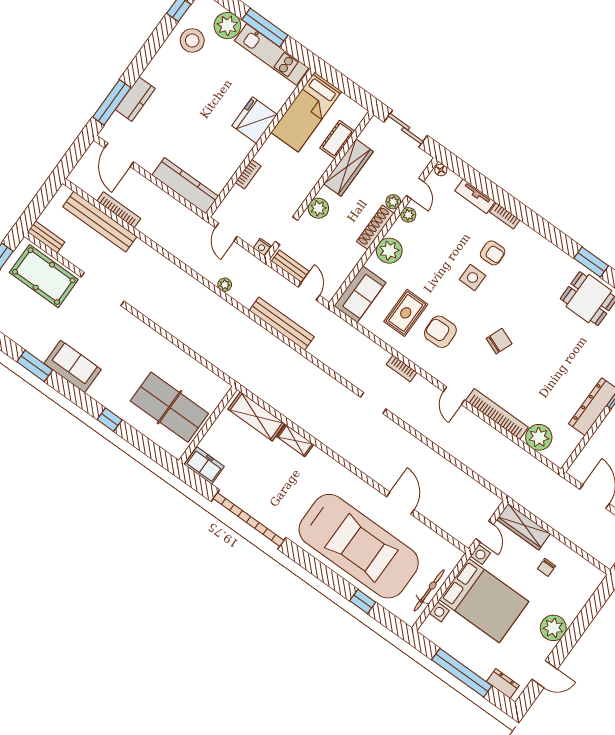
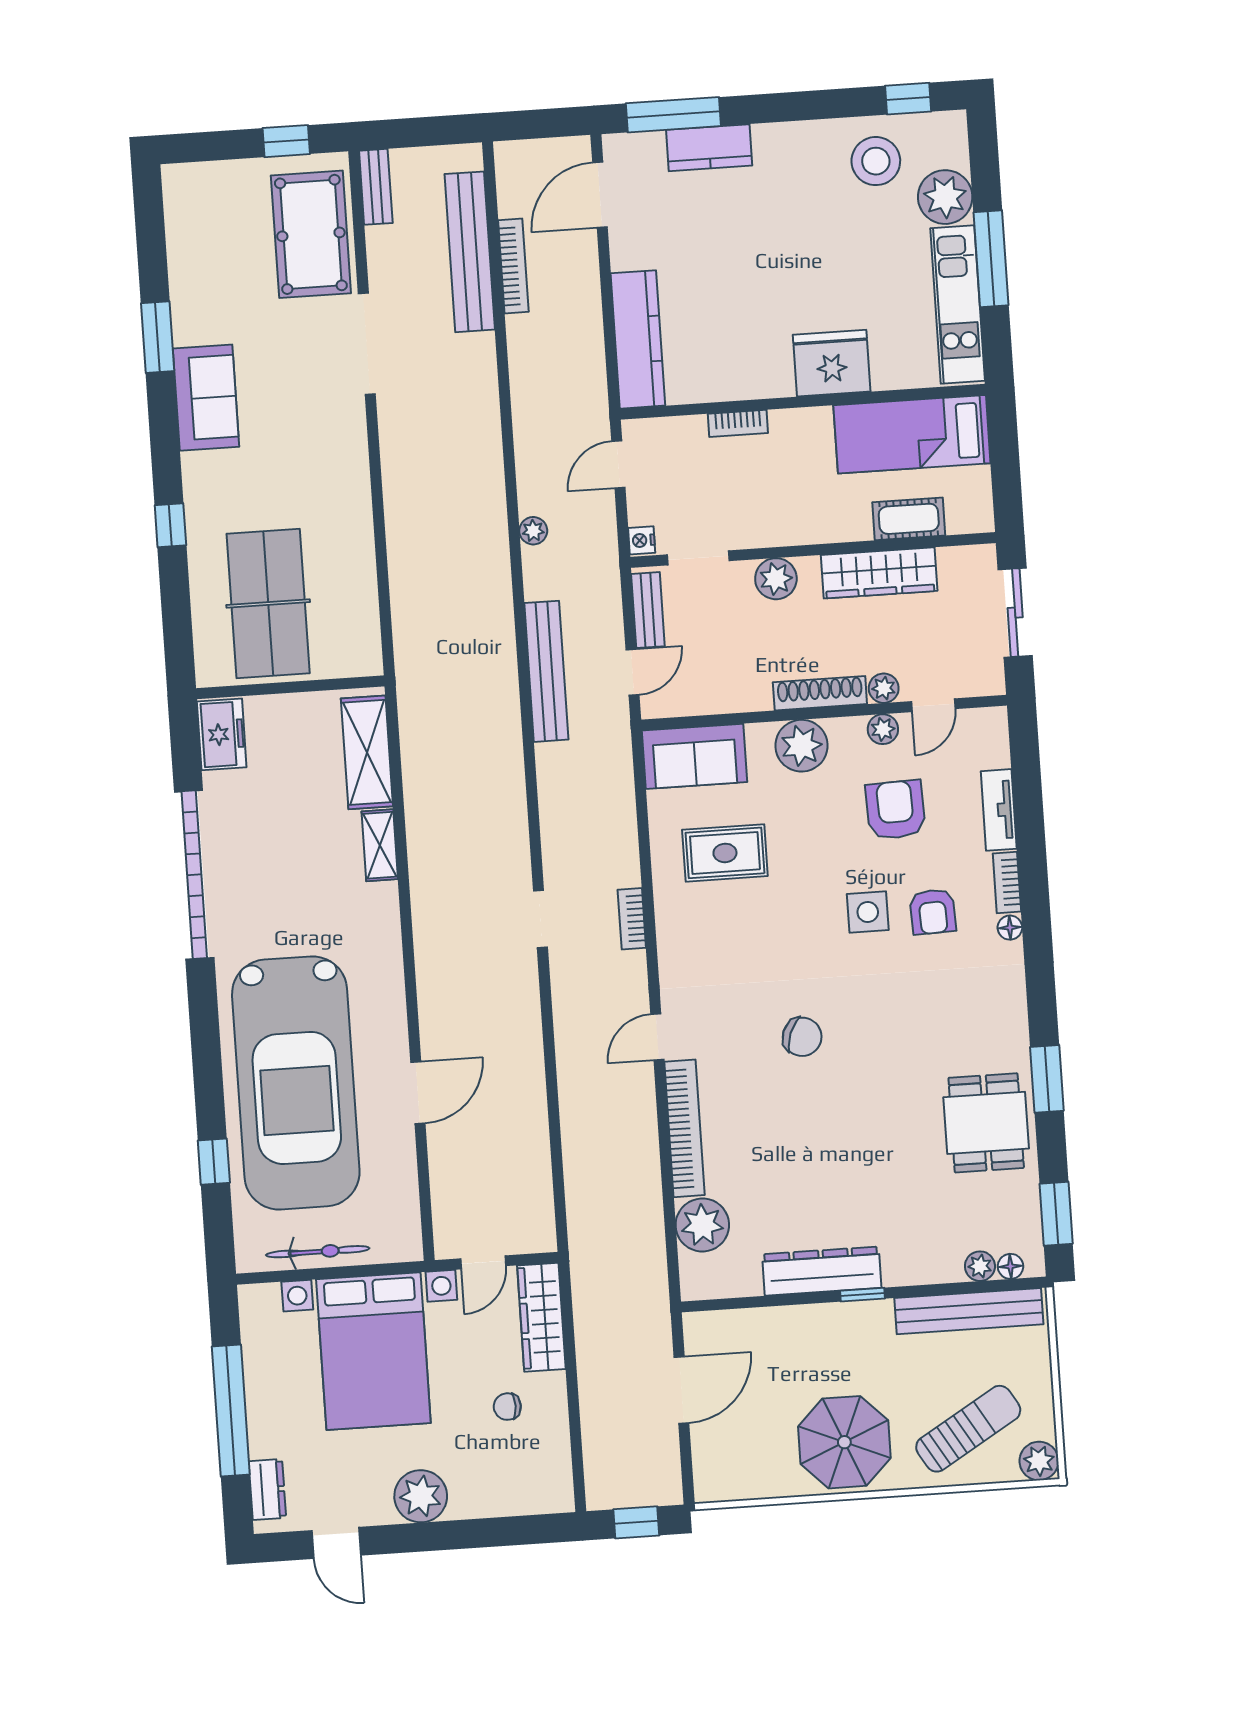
floor lamp: (441, 170) -> (1010, 928), moved
armchair: (440, 332) -> (895, 810), moved

